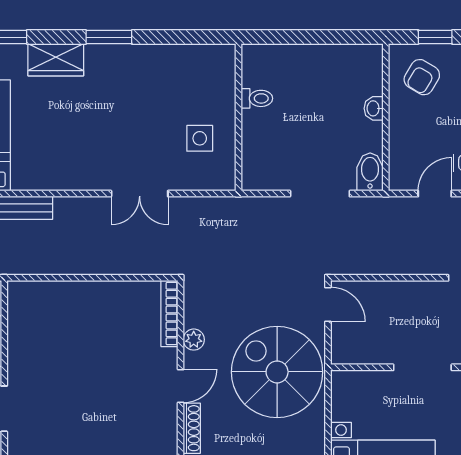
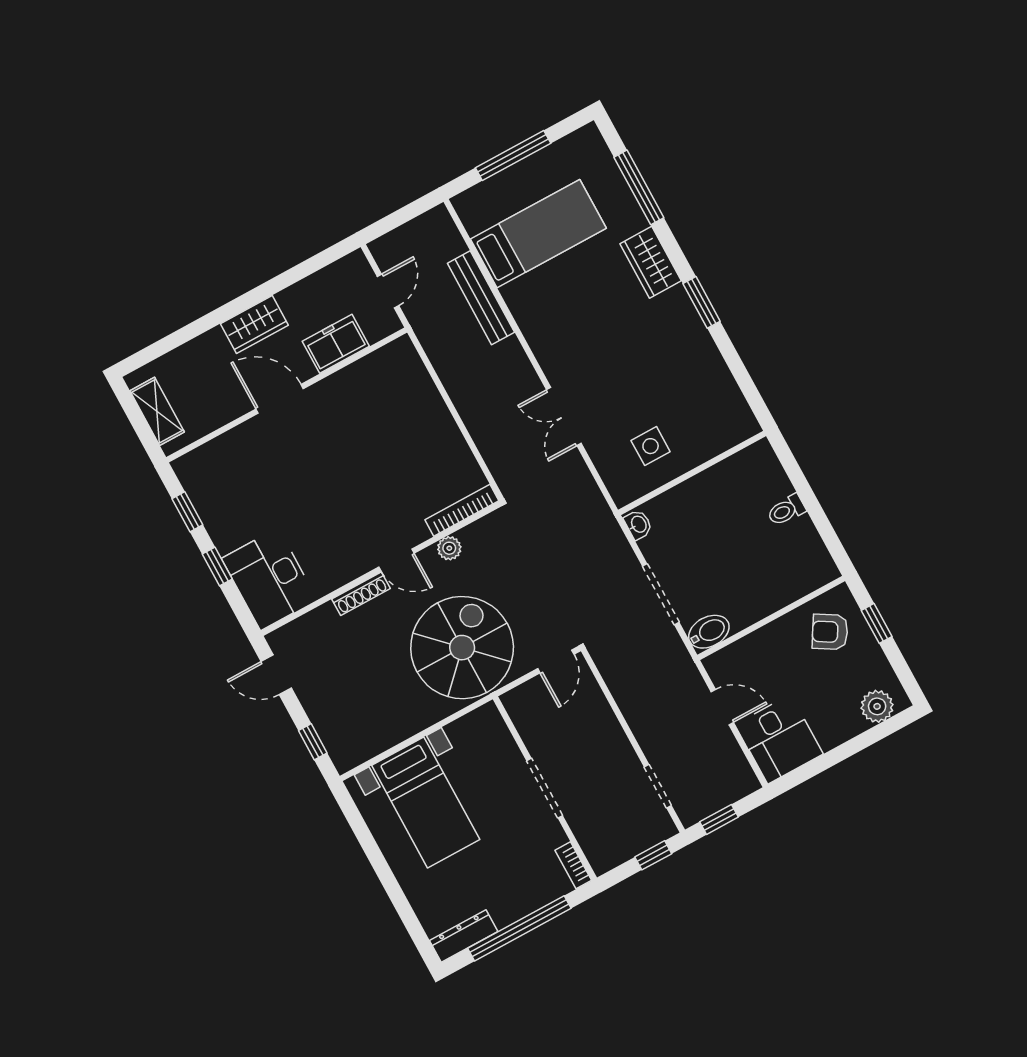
toilet: (257, 98) -> (786, 510), moved, turned 90
washbasin: (374, 108) -> (638, 524), moved, turned 90

